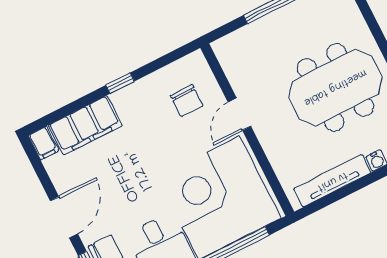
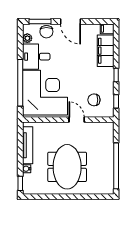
window: (169, 58) -> (116, 101), added

